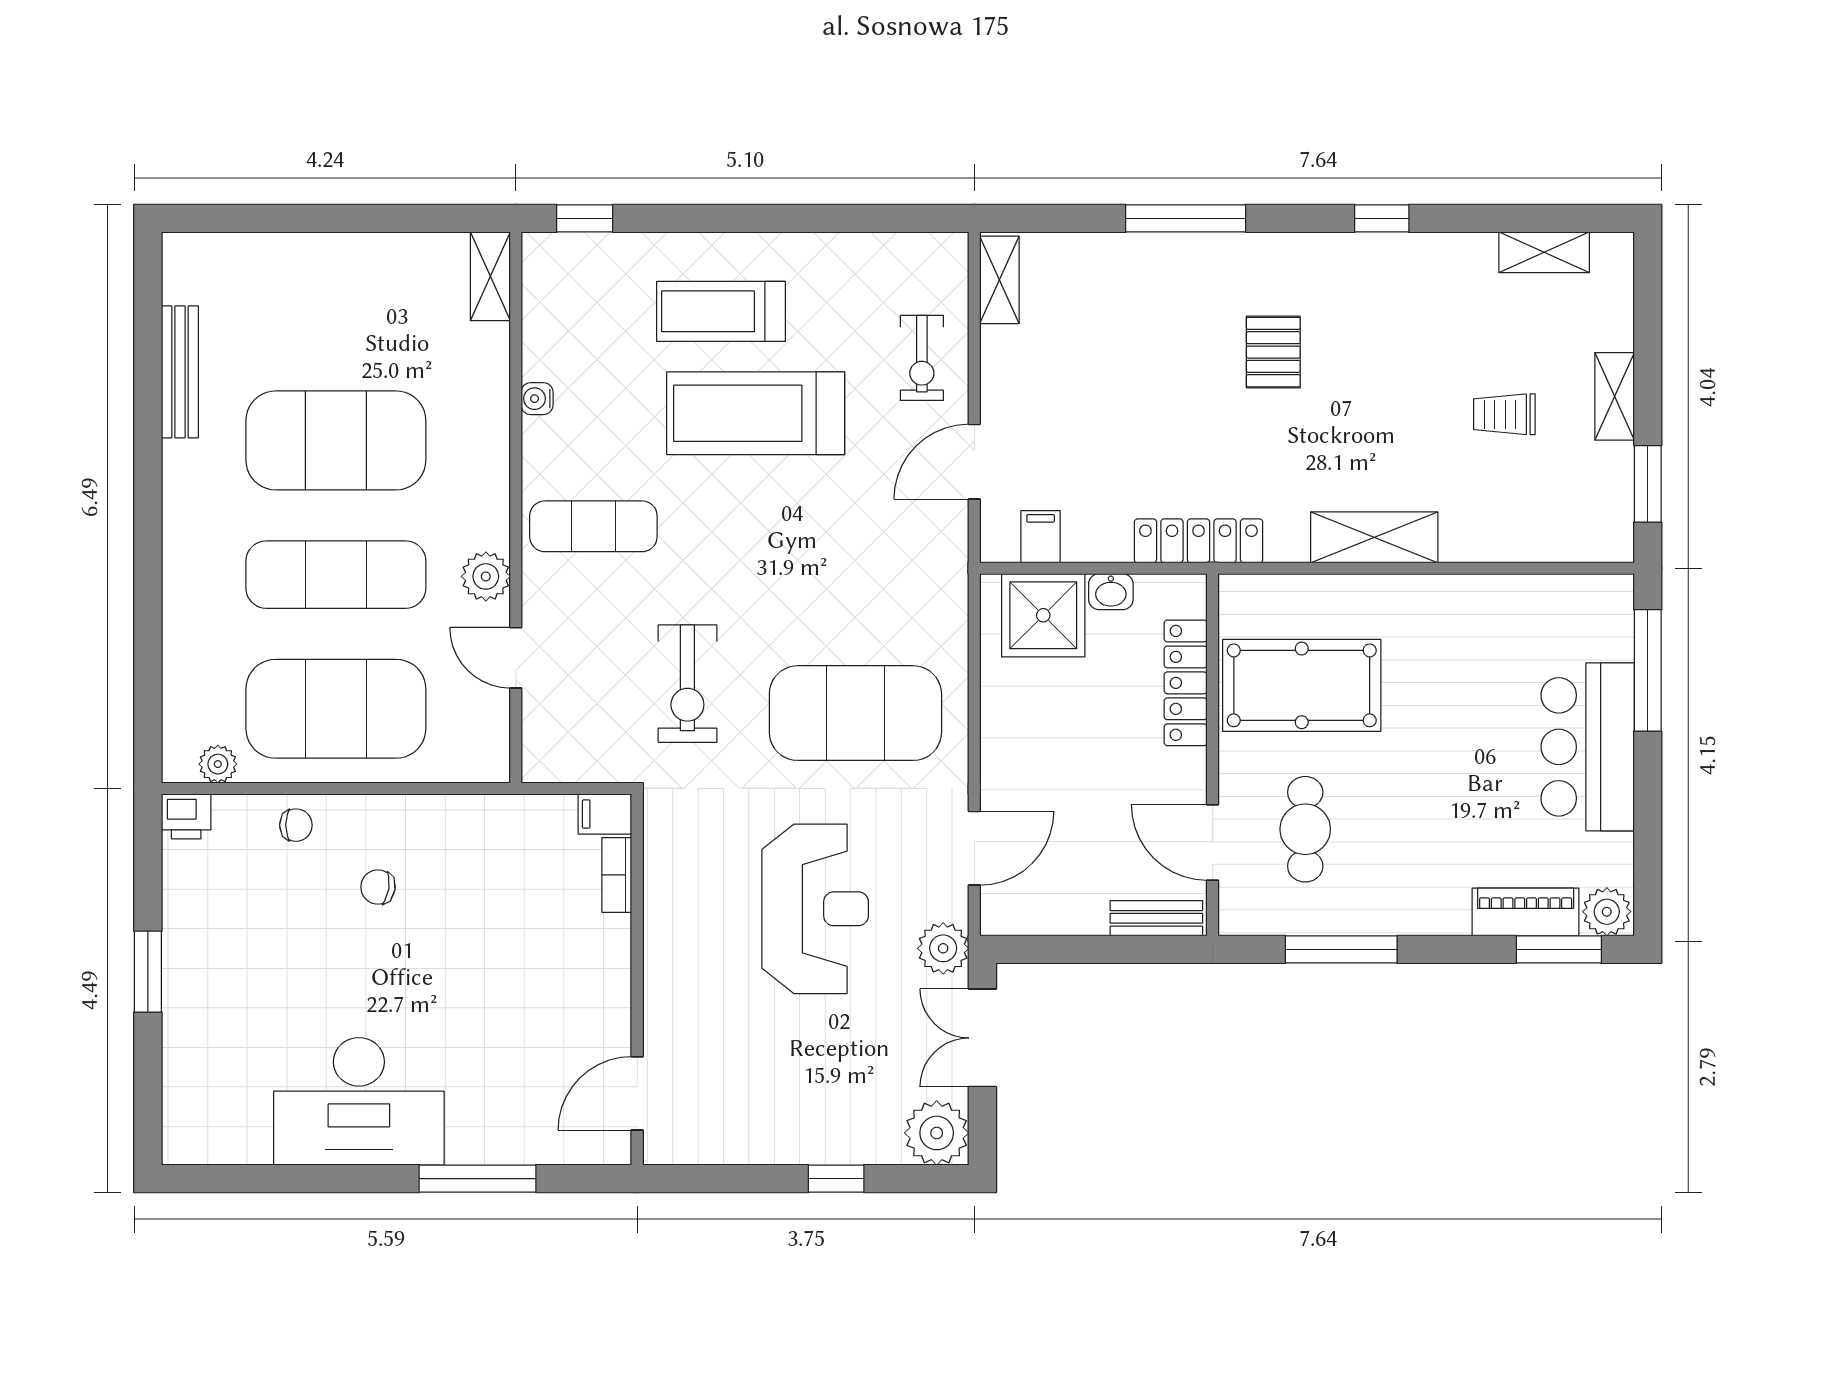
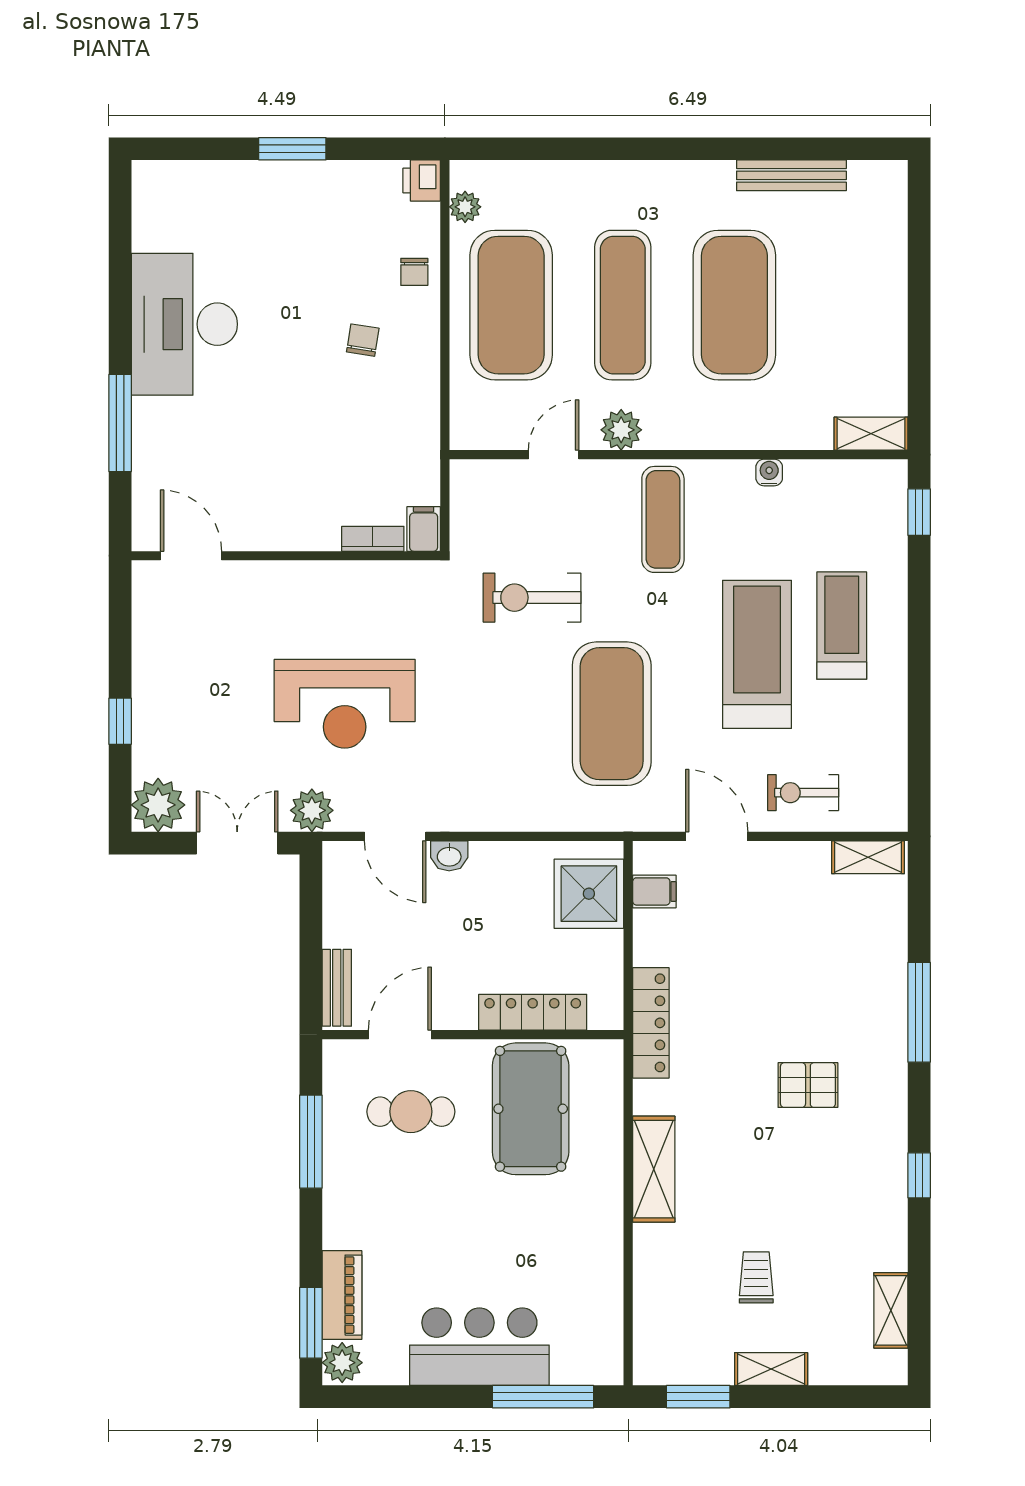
washbasin: (1111, 592) -> (449, 856), moved, turned -90
exercise mat: (855, 713) -> (612, 714), moved

